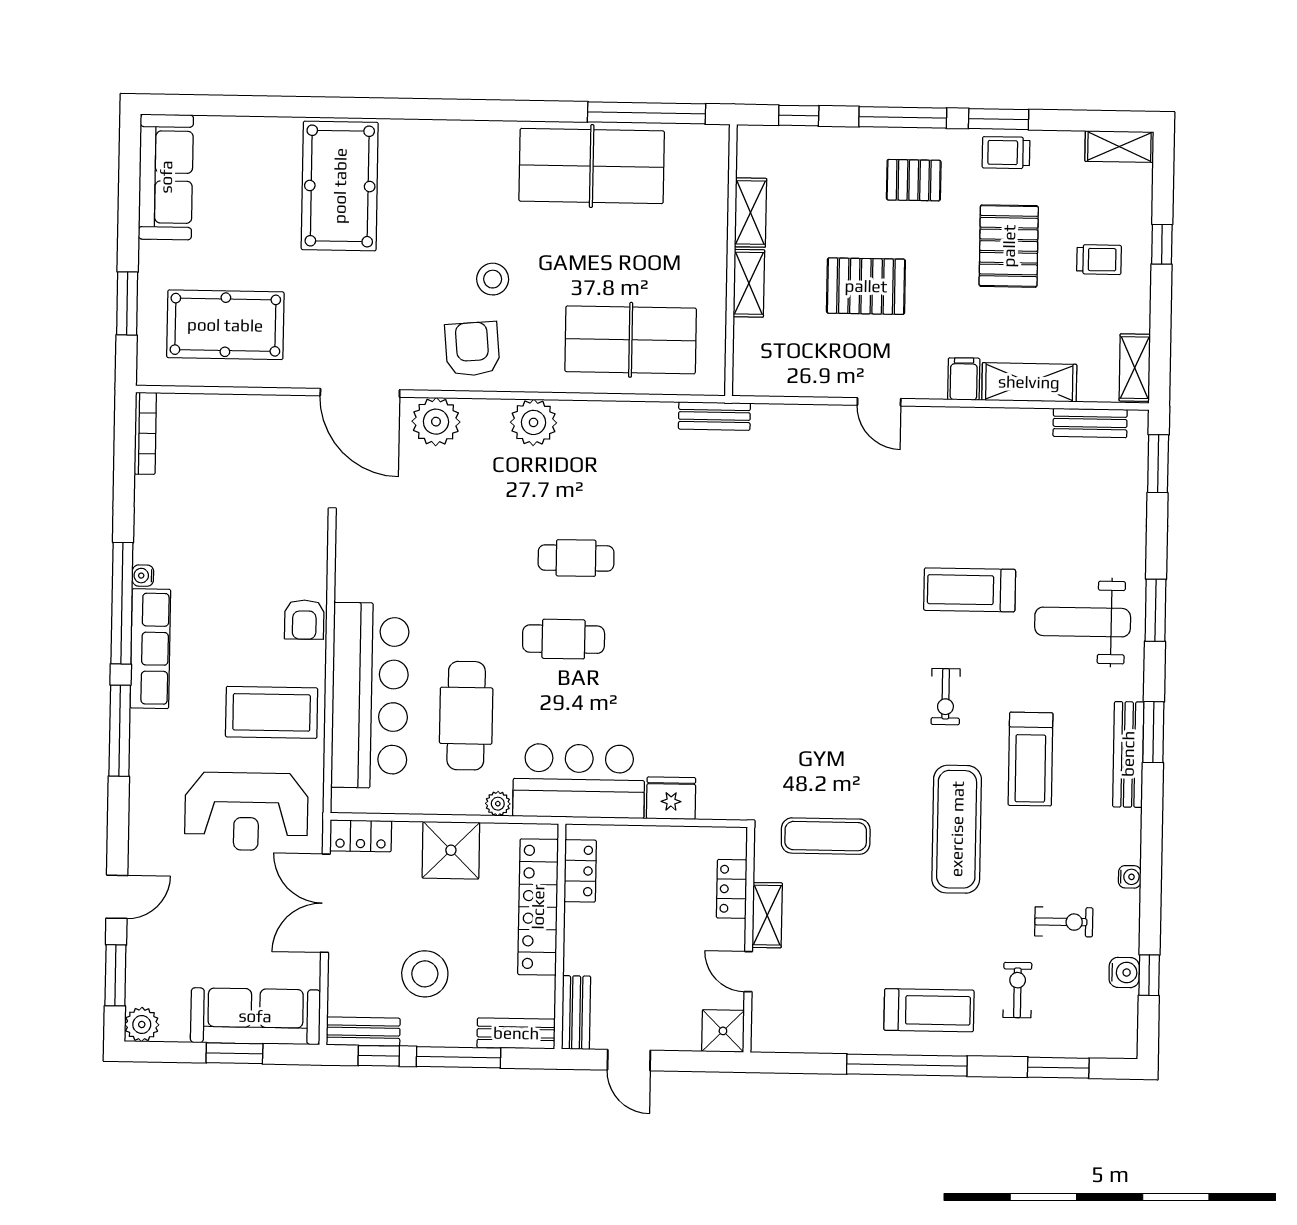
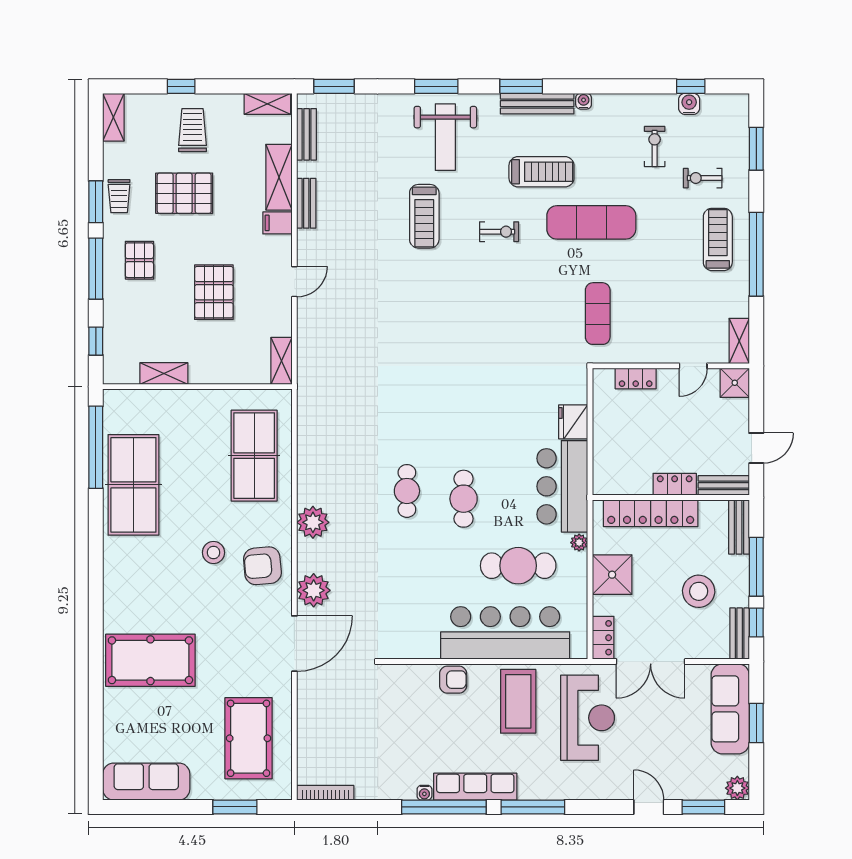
trolley: (1099, 260) -> (192, 130), width x1.36, depth x1.39
shelving: (749, 283) -> (282, 361), moved, turned 90
bench: (714, 416) -> (306, 203), moved
locker: (580, 871) -> (675, 484), moved
water cooler: (1130, 877) -> (584, 101), moved
shelving: (767, 915) -> (739, 341), moved, turned 90

